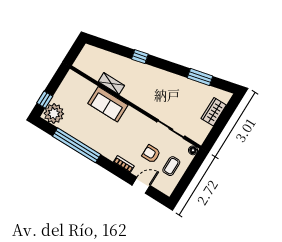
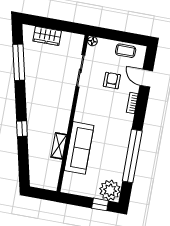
window: (200, 77) -> (19, 62), width x1.44
sofa: (108, 104) -> (79, 148), width x1.36
armchair: (151, 154) -> (112, 81), turned 180
coffee table: (171, 166) -> (126, 51), moved

